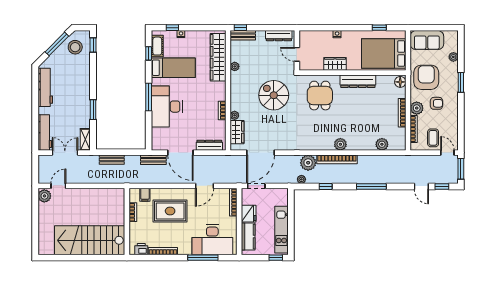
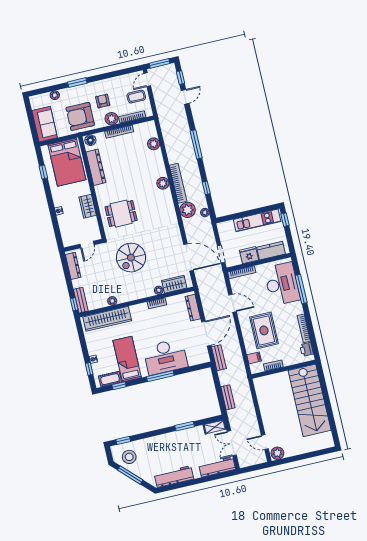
dresser: (358, 81) -> (96, 167), moved

